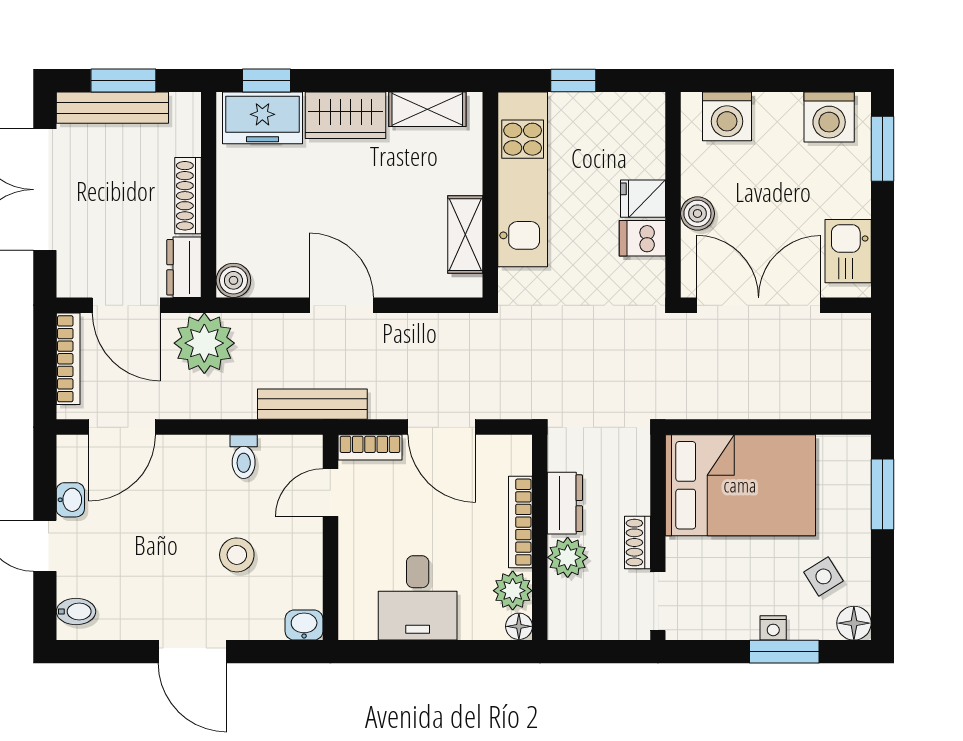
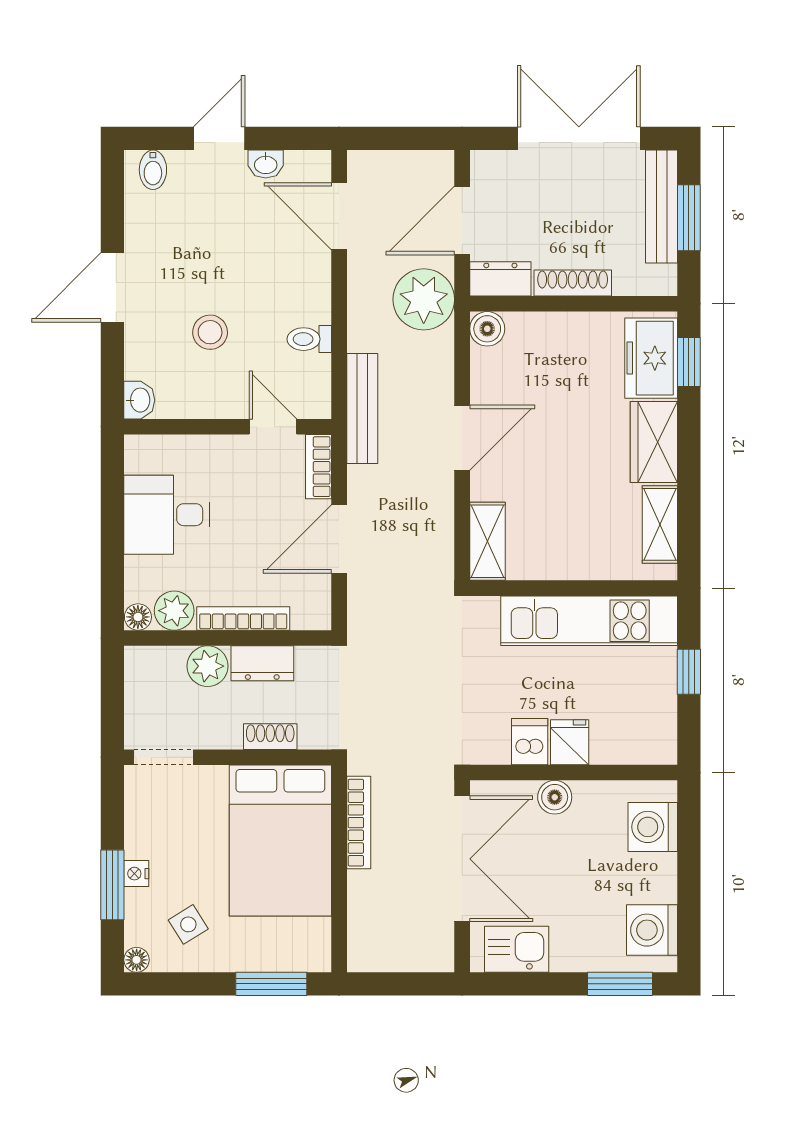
shelving: (465, 235) -> (487, 541), moved, turned 90
bookcase: (68, 359) -> (359, 823), moved, turned -90
shoe rack: (637, 543) -> (270, 737), moved
floor lamp: (854, 623) -> (137, 960), width x0.73, depth x0.73

